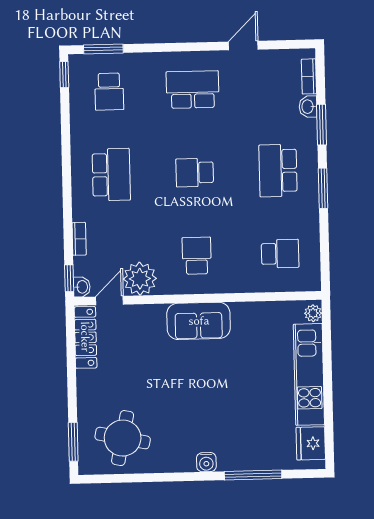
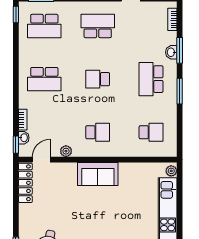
school desk: (109, 92) -> (44, 26), width x1.85
washbasin: (308, 107) -> (171, 52), moved
school desk: (111, 175) -> (44, 79), turned 90
school desk: (197, 256) -> (98, 132), turned 90
plant: (140, 279) -> (66, 151), width x0.53, depth x0.53
washbasin: (82, 287) -> (24, 138), moved

